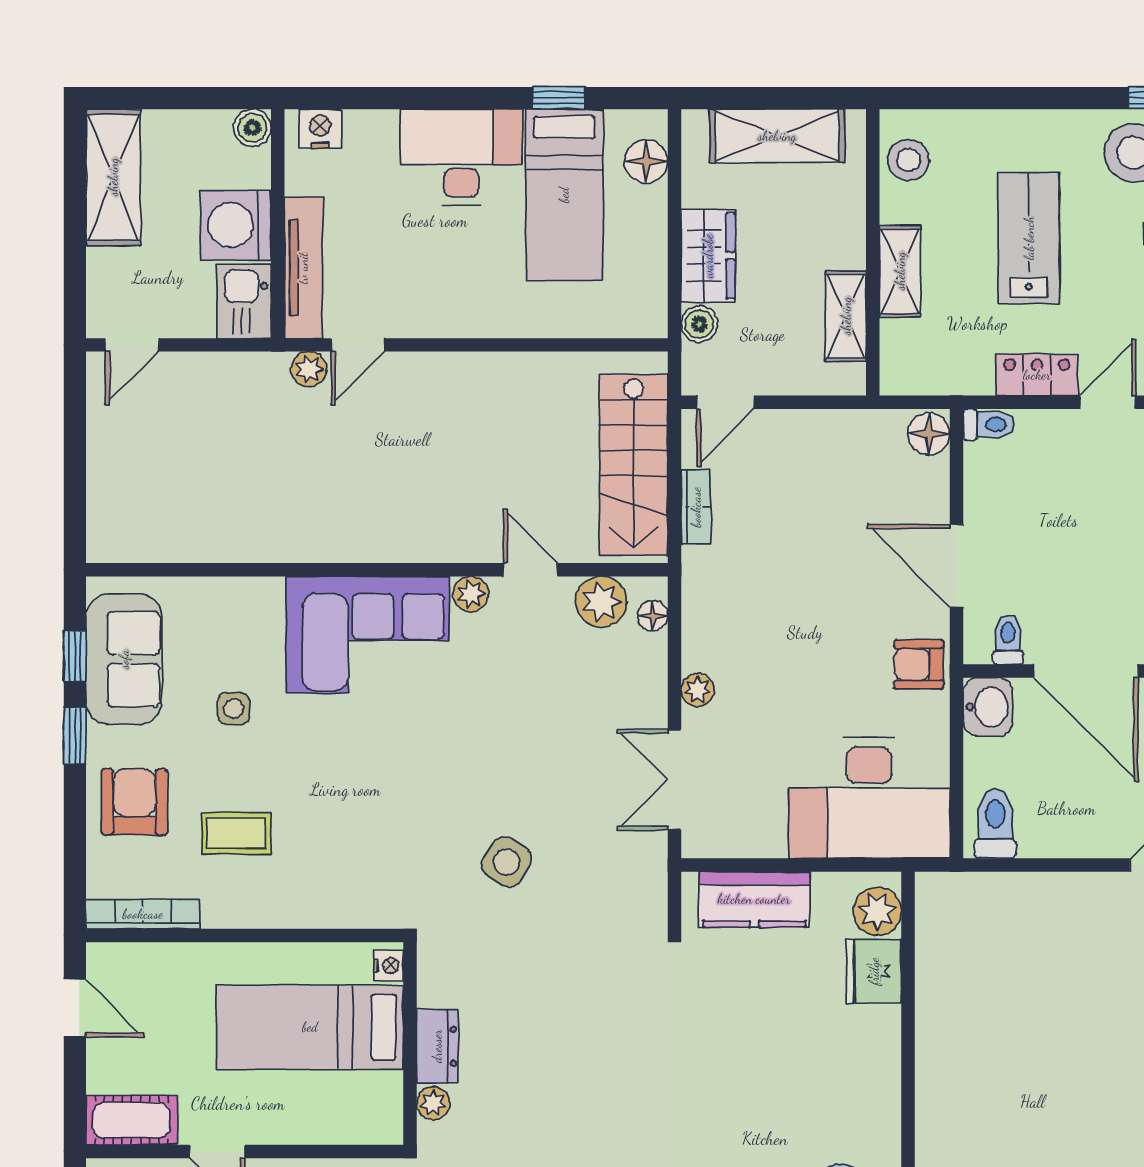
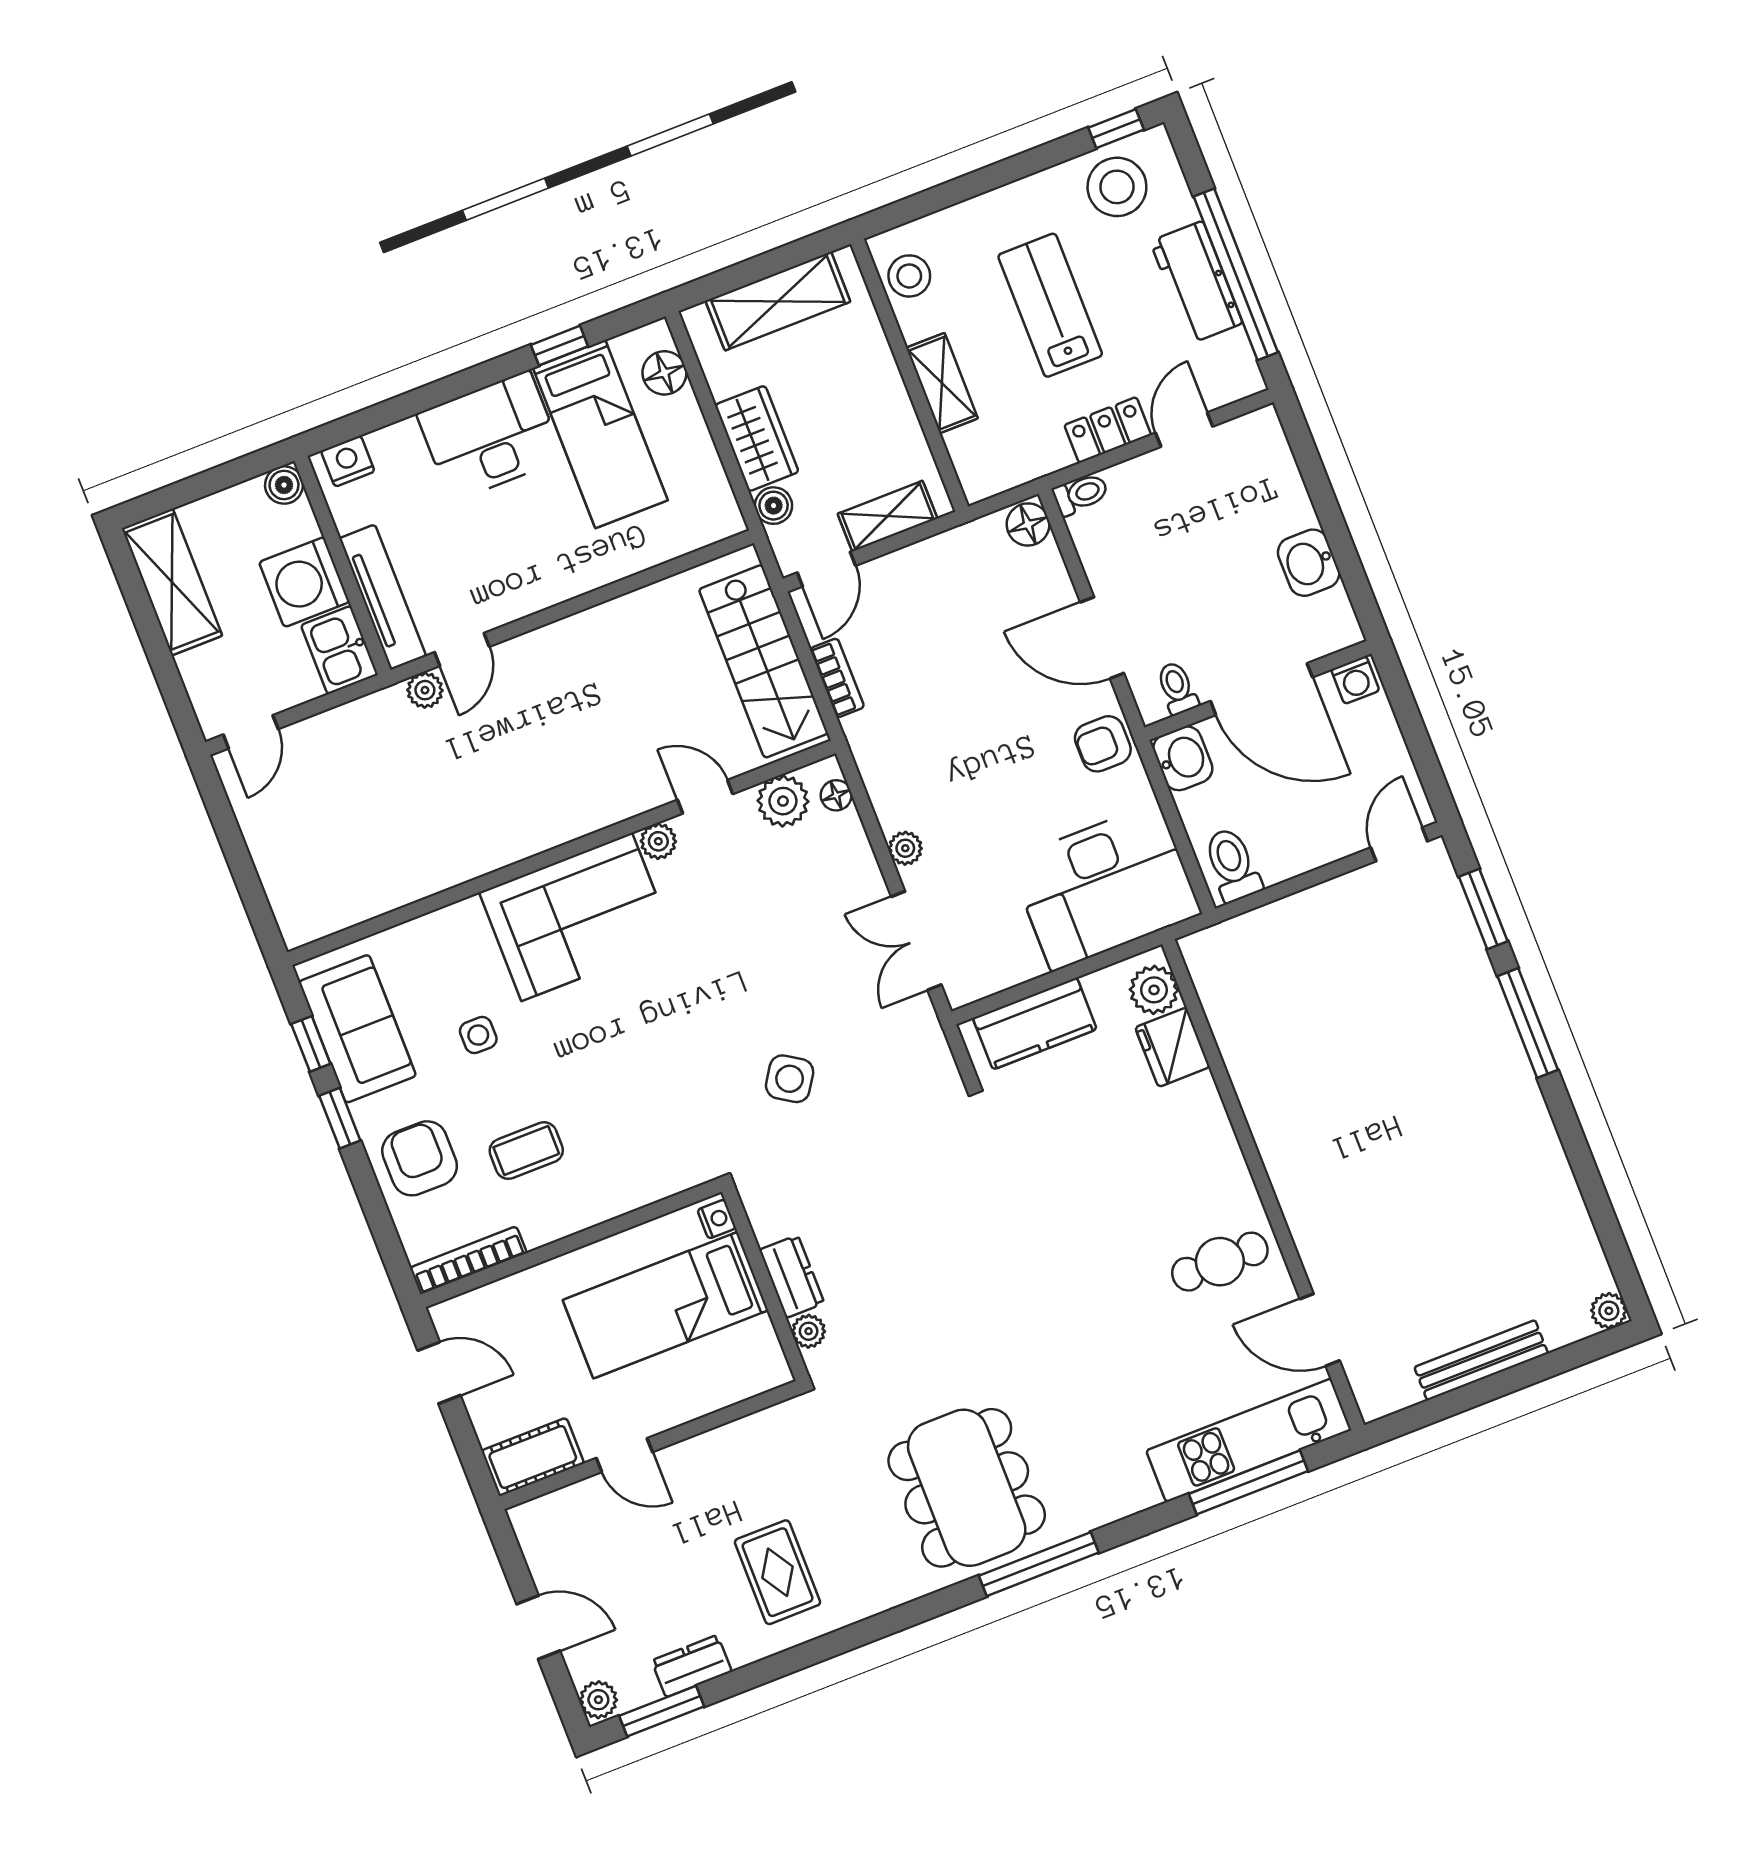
shelving: (846, 316) -> (888, 516), moved, turned 90

